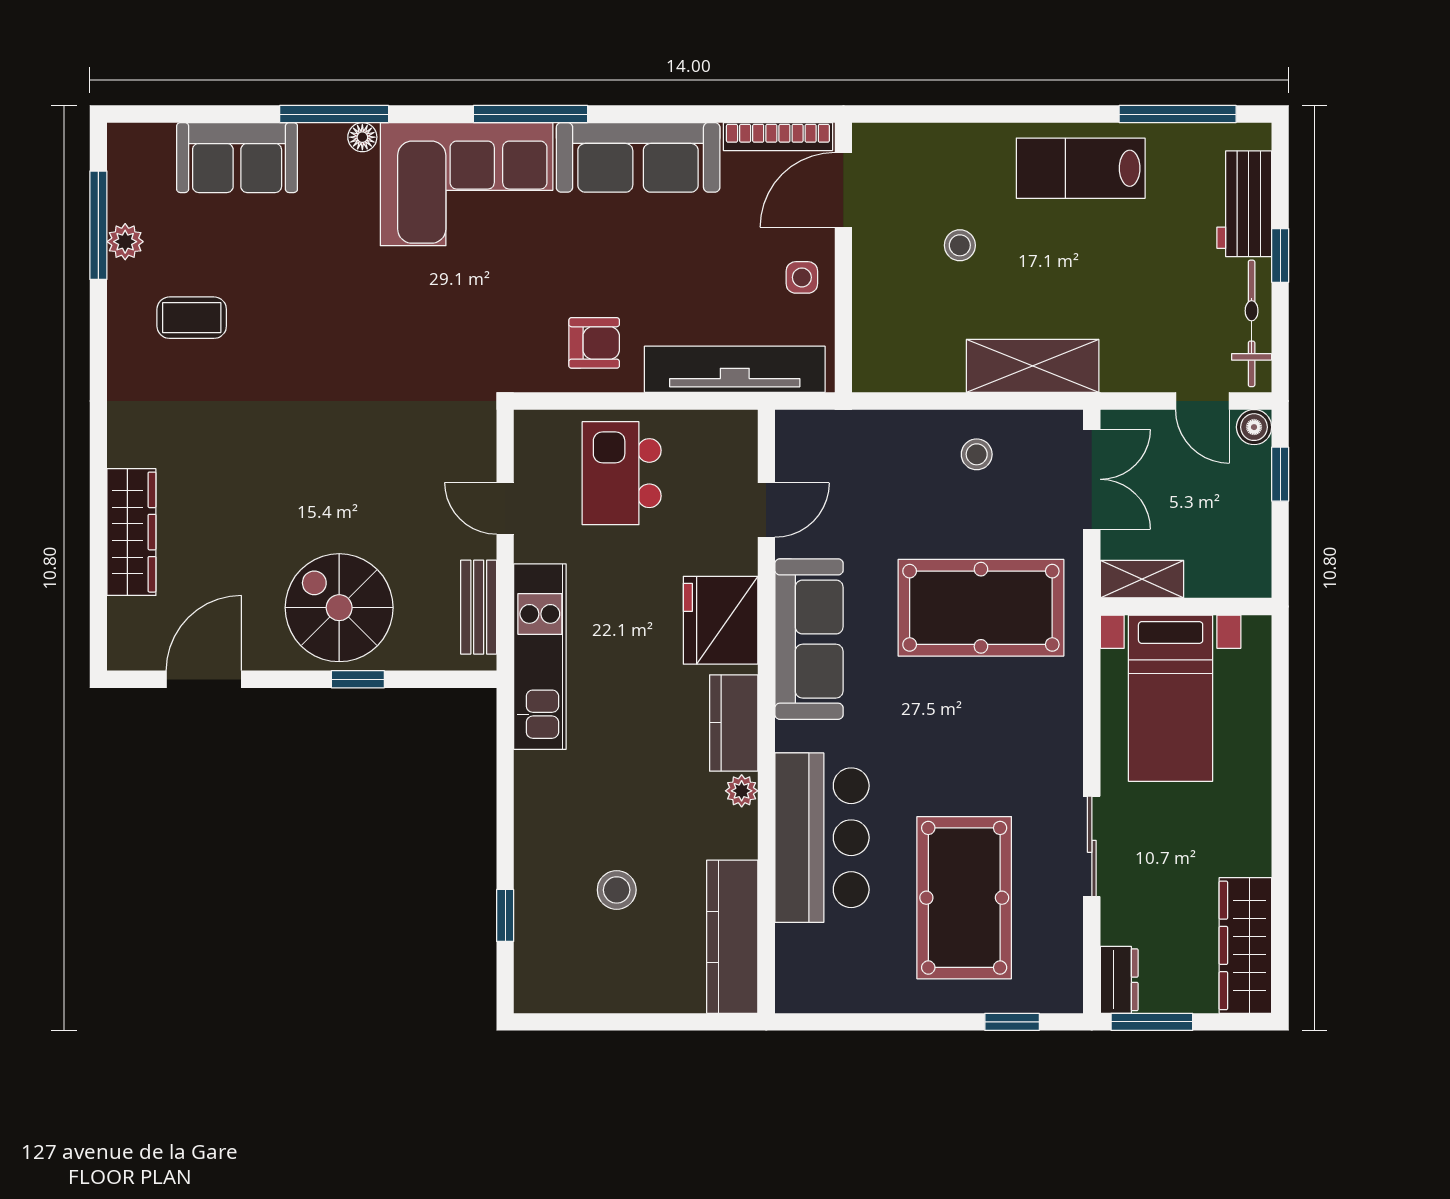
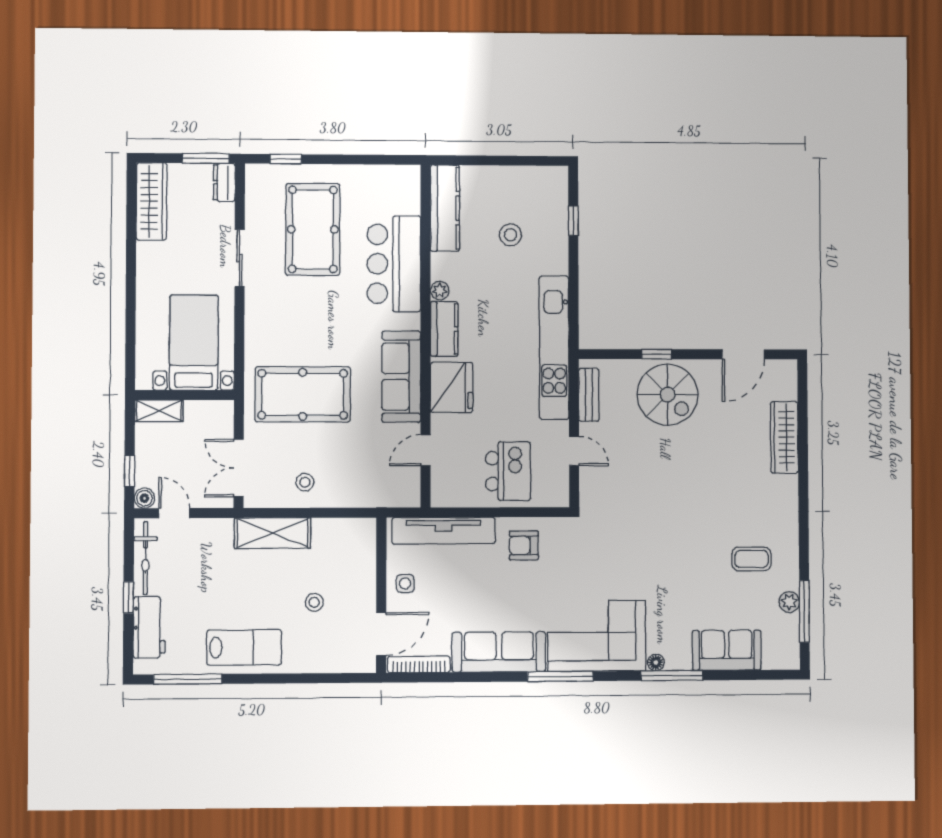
shelving: (1142, 579) -> (159, 411), moved
kitchen unit: (540, 657) -> (554, 348), width x1.36

